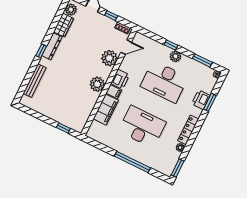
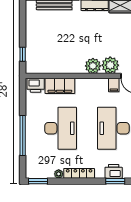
printer: (120, 79) -> (36, 85), moved
plant: (97, 84) -> (93, 66), moved
filing cabinet: (114, 92) -> (114, 85), moved

